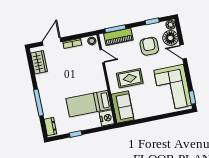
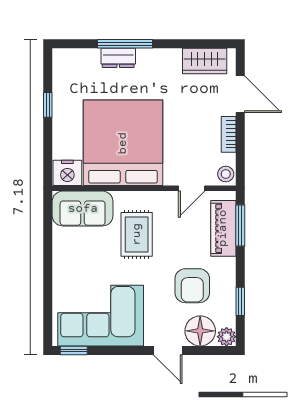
armchair: (149, 46) -> (192, 286), turned 90
door: (183, 52) -> (168, 350), swing flipped
bed: (89, 104) -> (123, 143), width x2.04
dresser: (50, 126) -> (118, 58), moved

